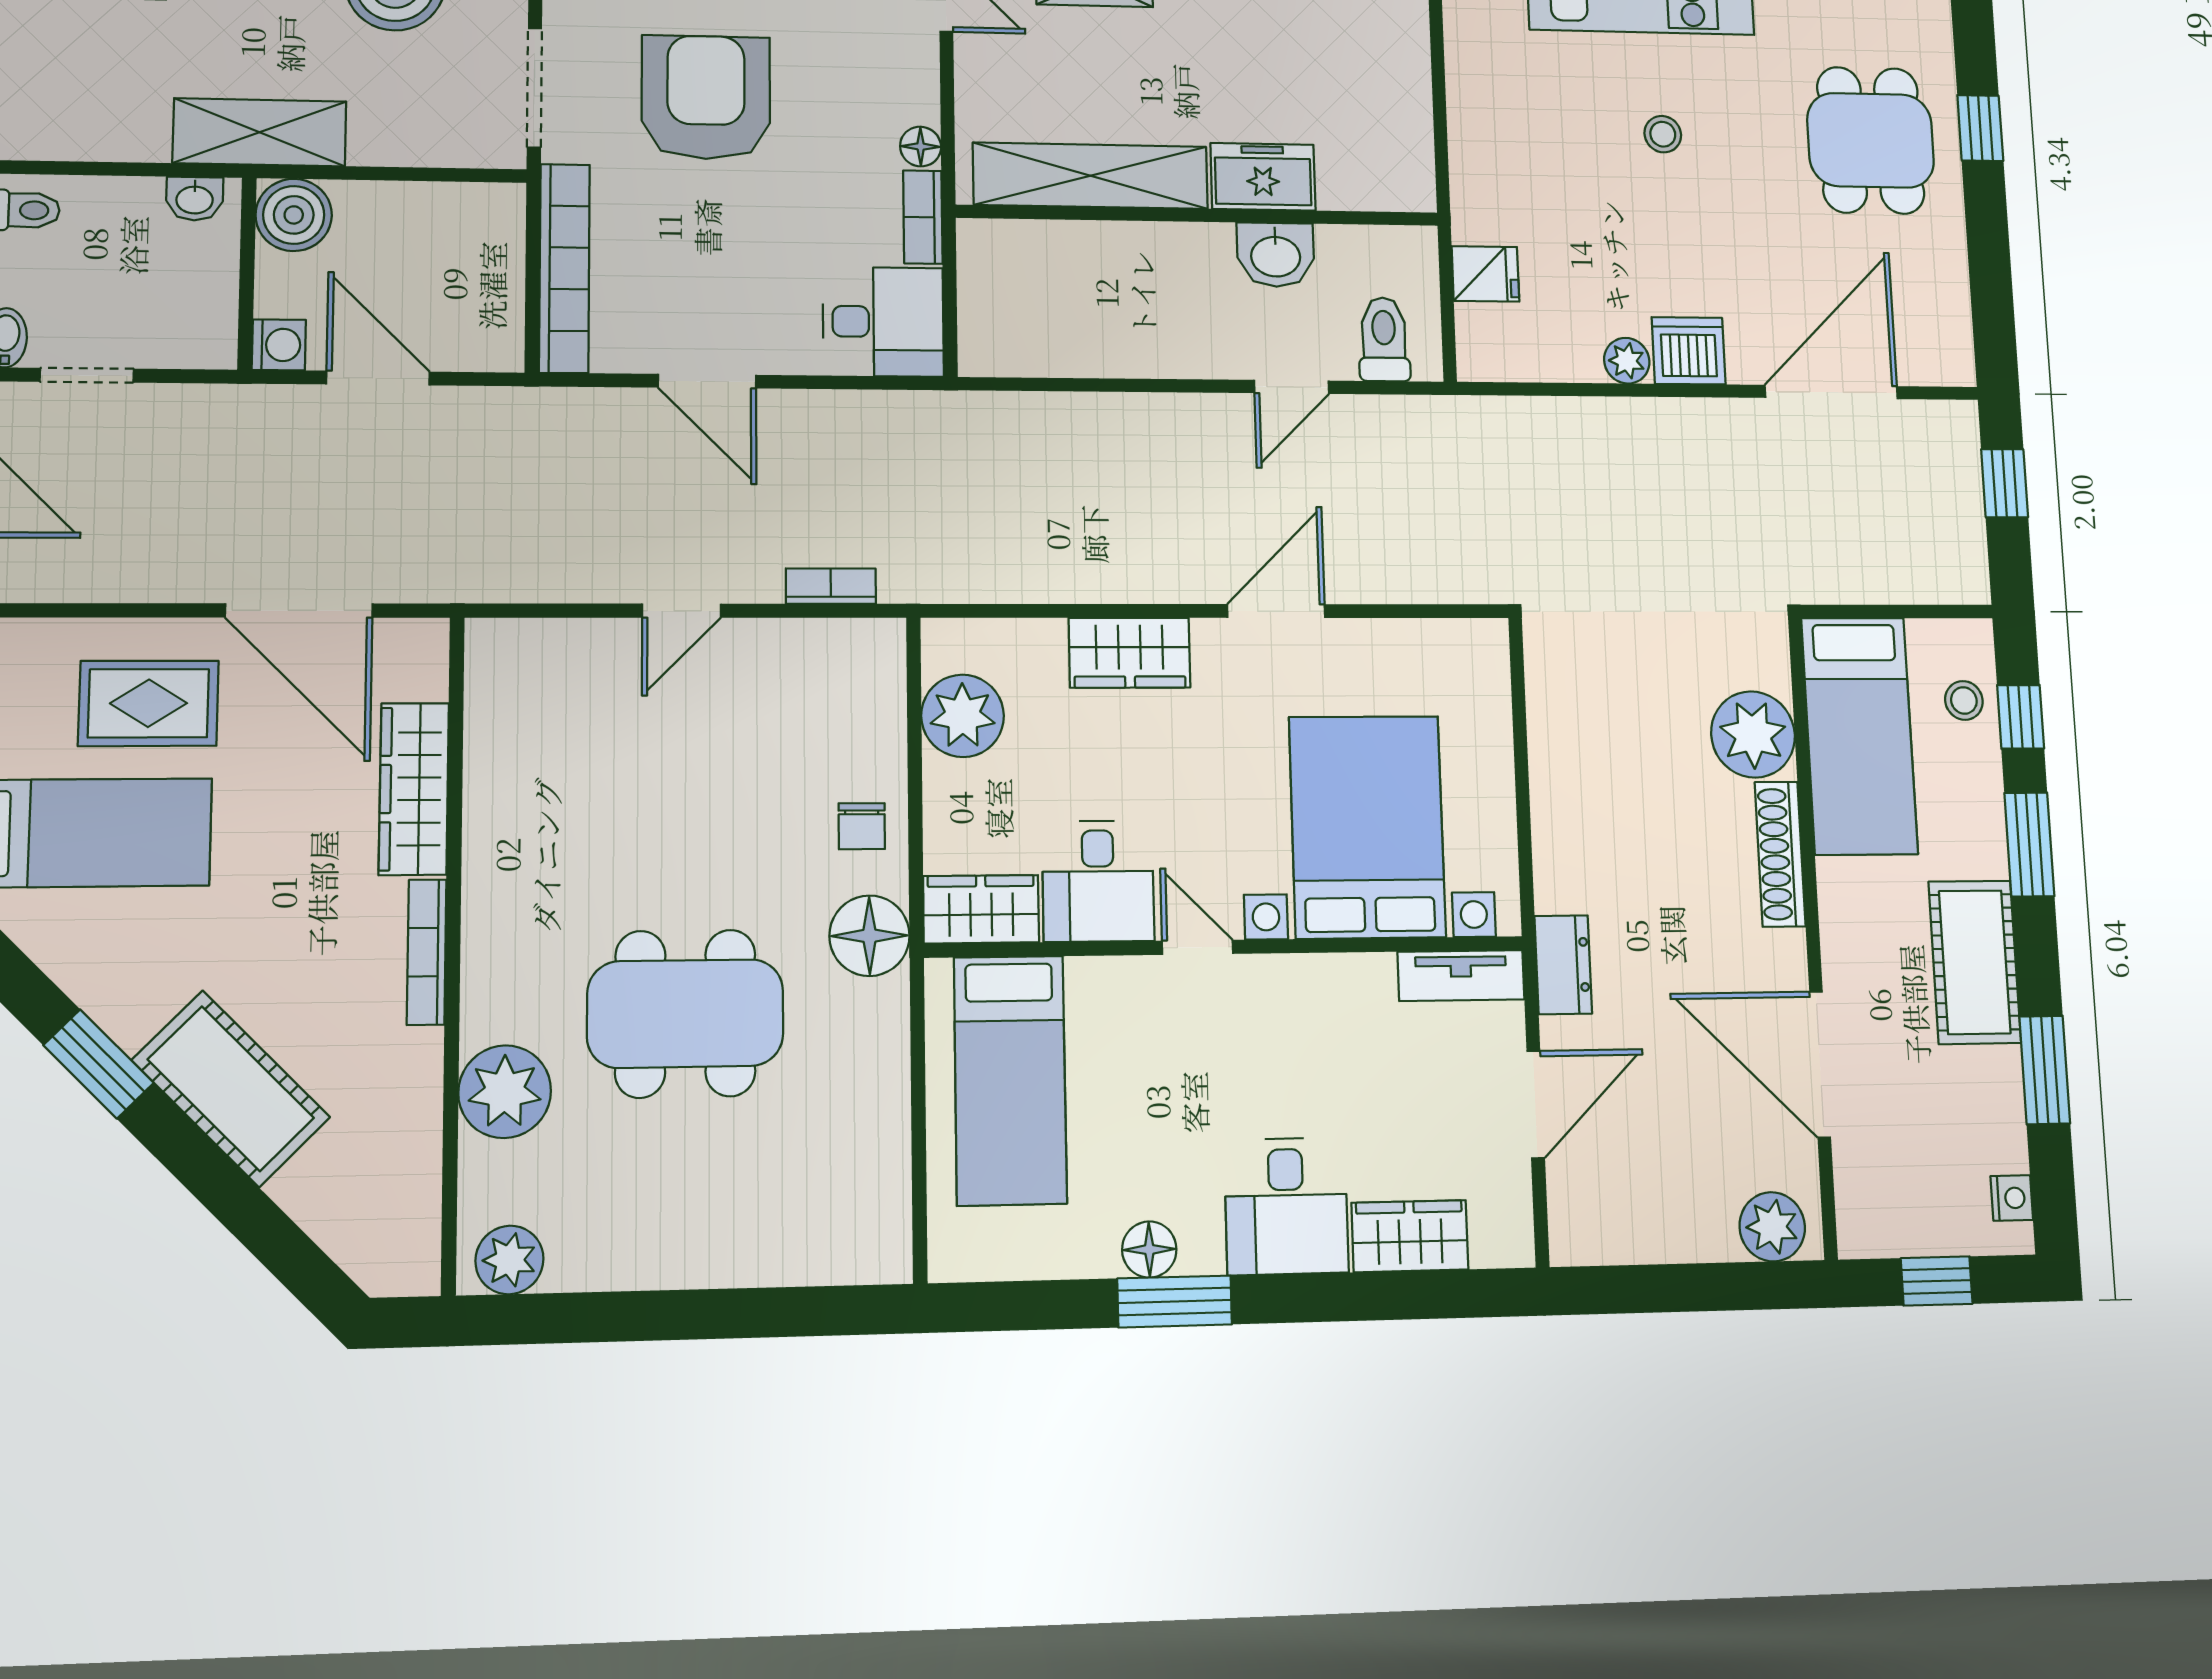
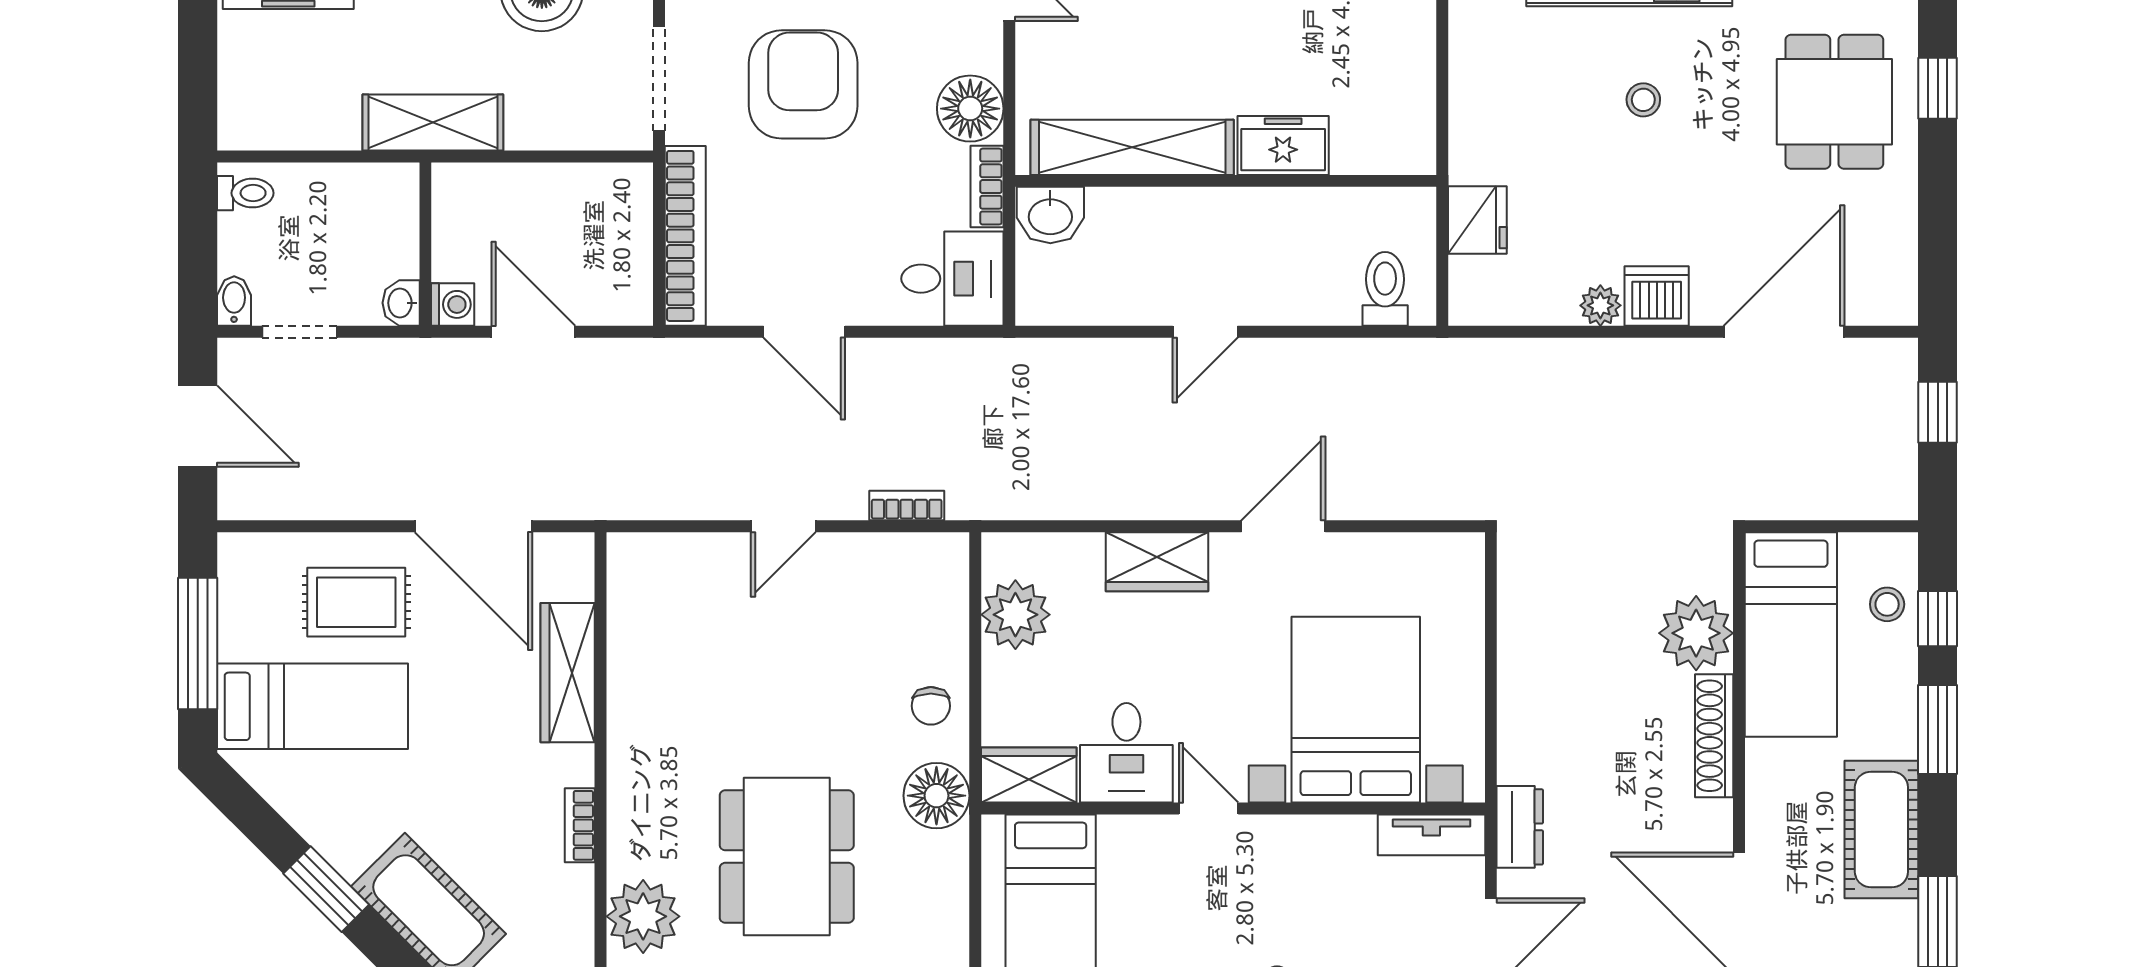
floor lamp: (921, 147) -> (970, 109), width x1.89, depth x1.89
washbasin: (195, 199) -> (401, 303), moved, turned 90
boiler: (294, 215) -> (462, 193), removed
washbasin: (1276, 255) -> (1050, 215), moved
fridge: (1485, 274) -> (1477, 220), width x1.38
door: (1292, 387) -> (1205, 332), moved
bookcase: (427, 952) -> (580, 825), width x0.64
dining table: (685, 1014) -> (787, 857), turned 90

